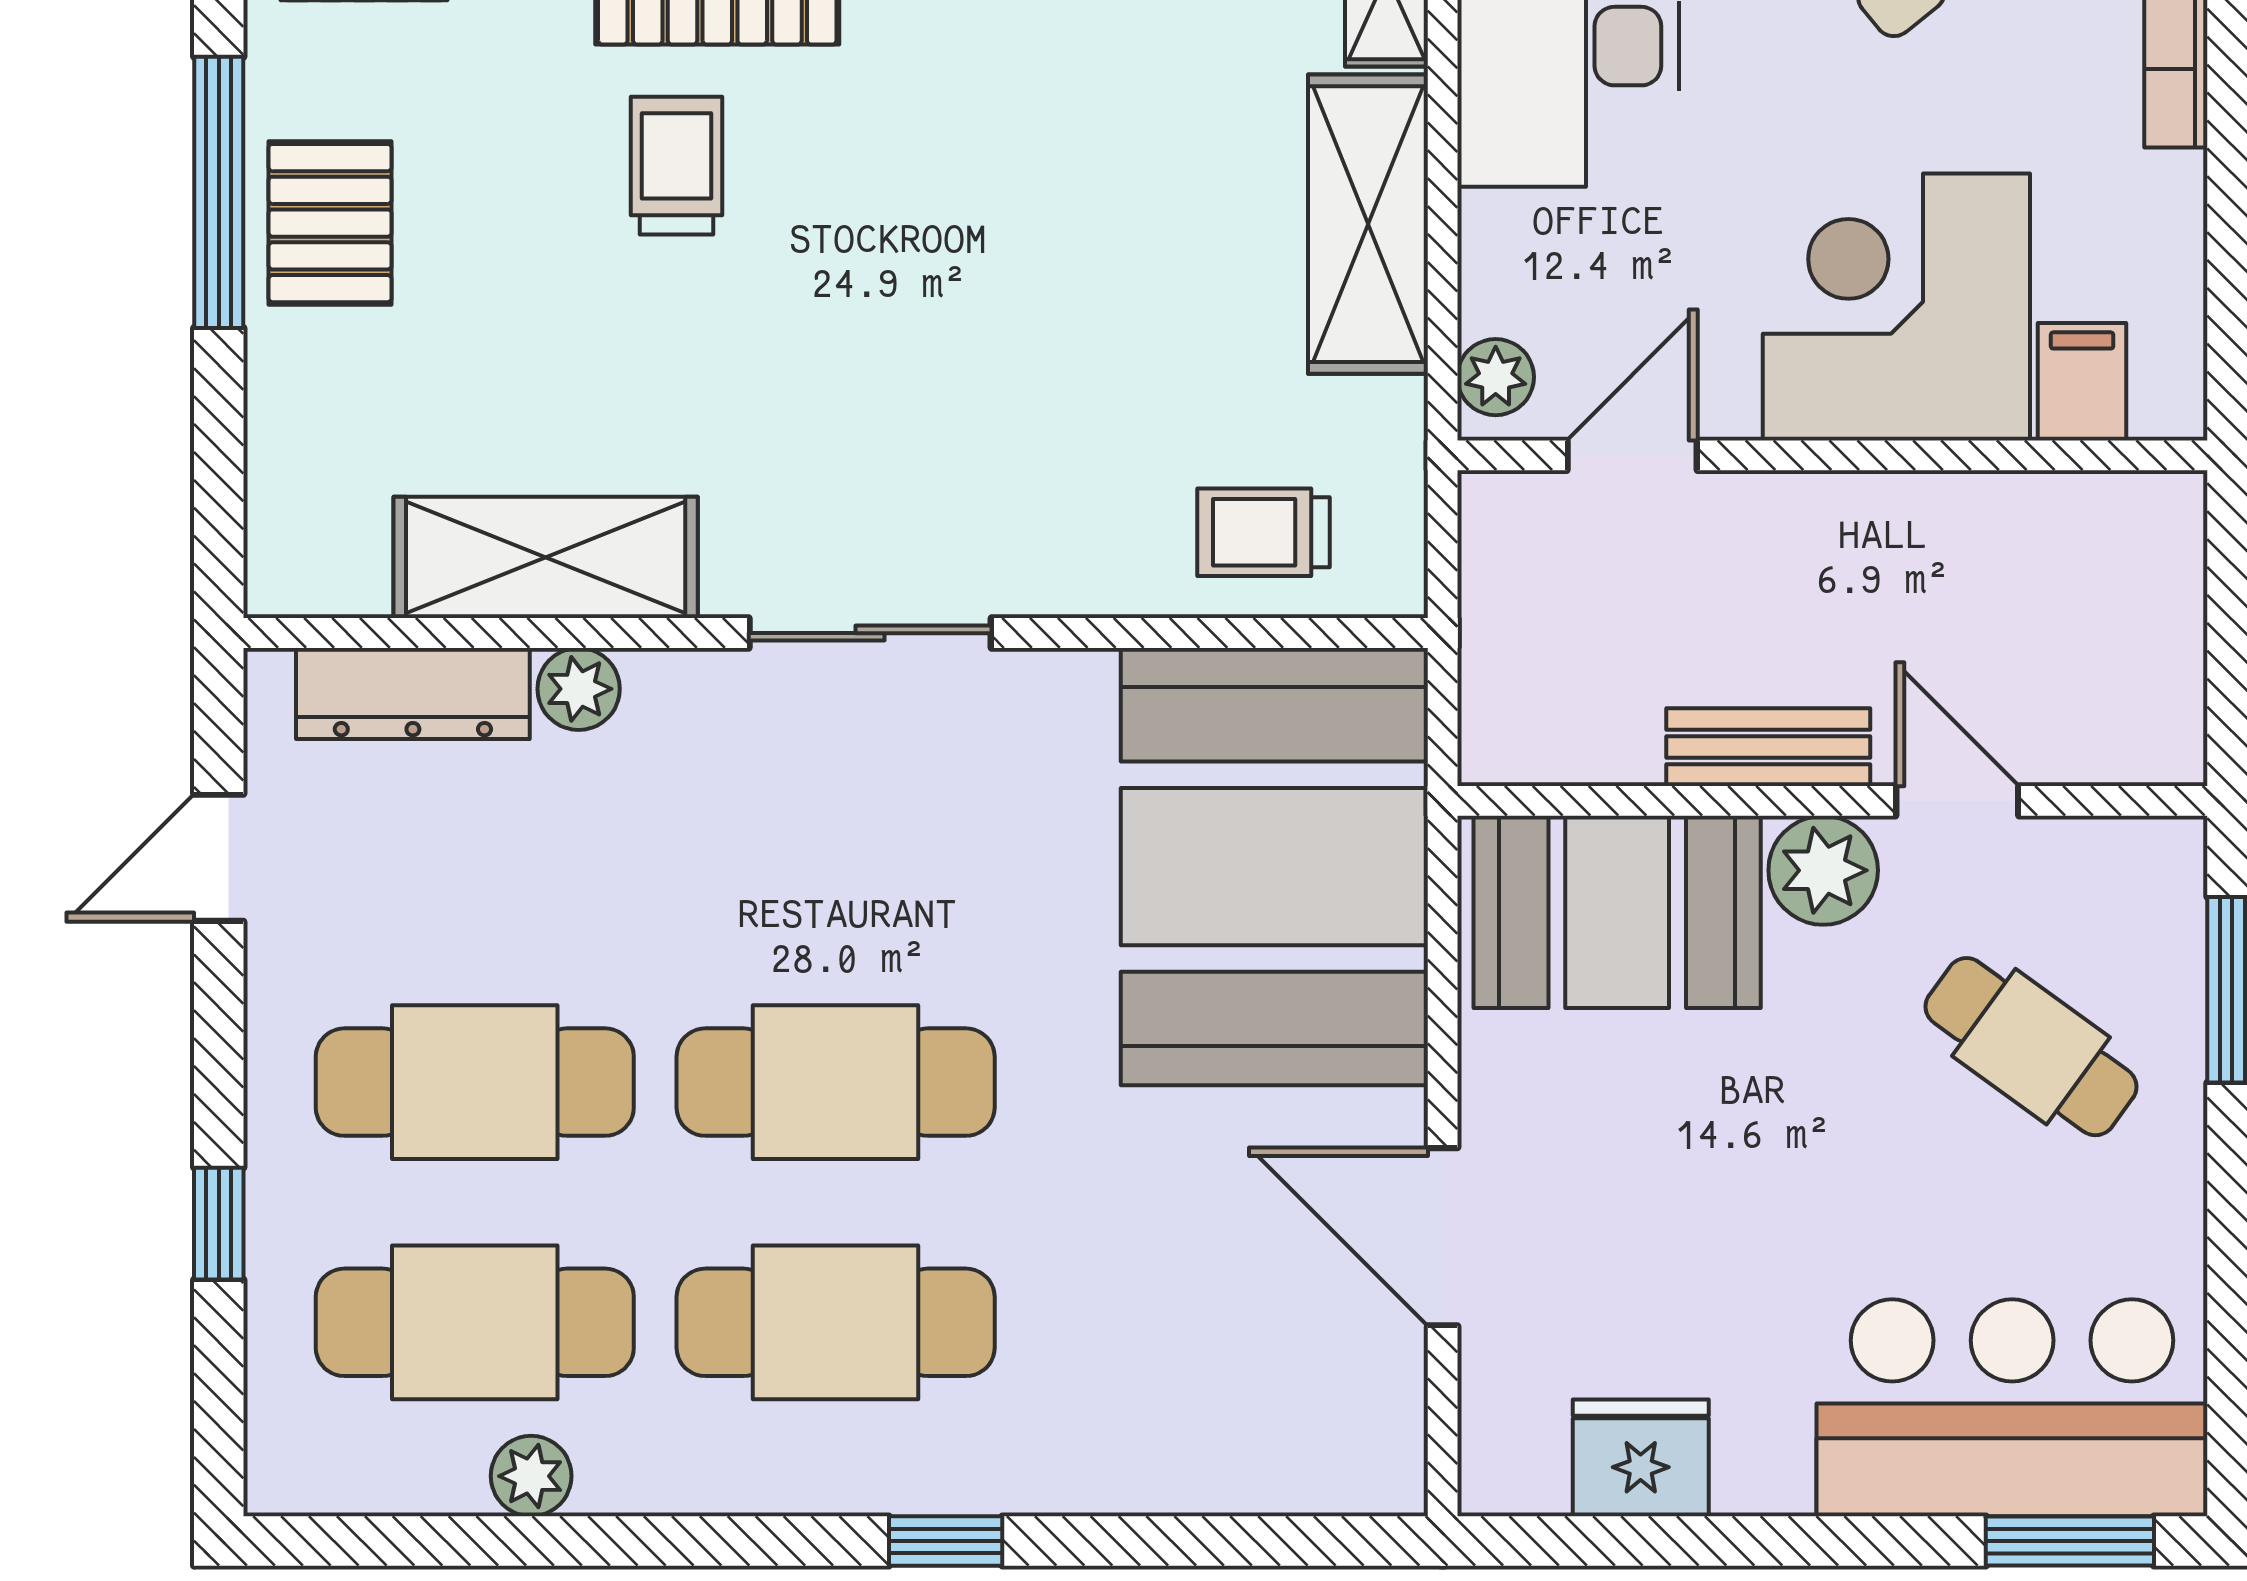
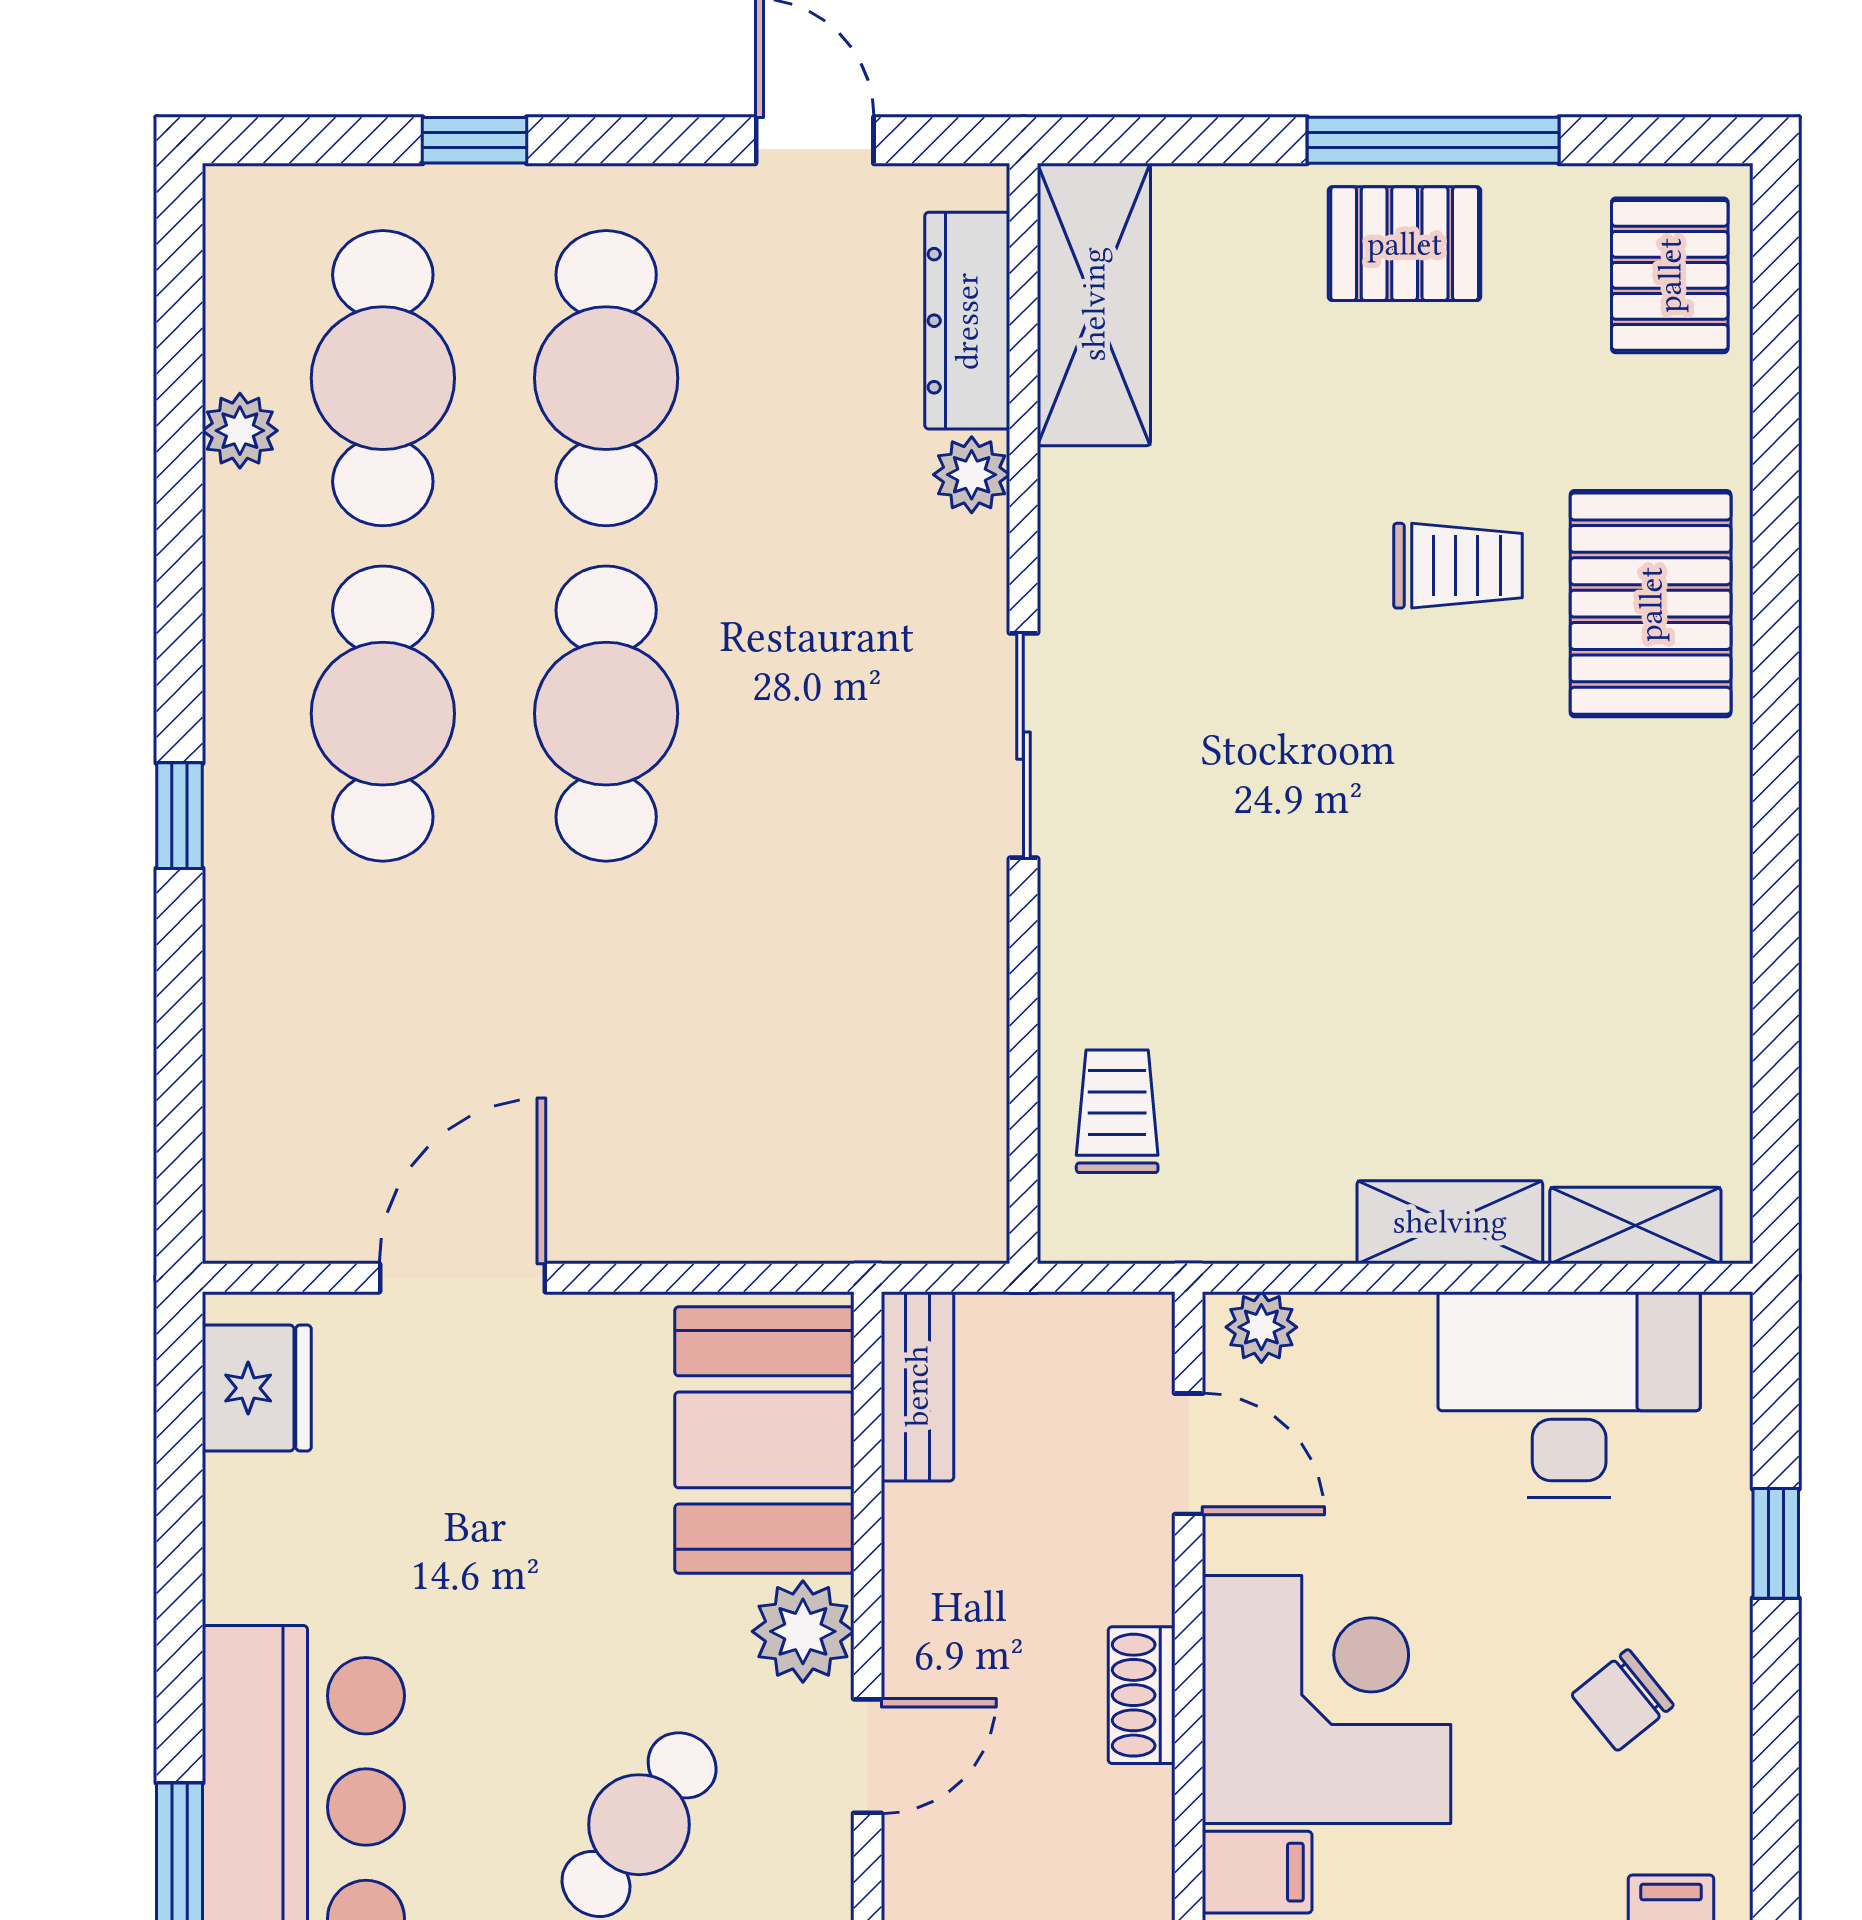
shelving: (1368, 224) -> (1450, 1222), width x0.67, depth x0.75
shoe rack: (1892, 506) -> (1142, 1695), added
shelving: (546, 557) -> (1094, 304), moved
bench: (1768, 747) -> (917, 1386), moved
booth: (1274, 867) -> (806, 1121), removed
fridge: (1641, 1458) -> (257, 1388), moved

